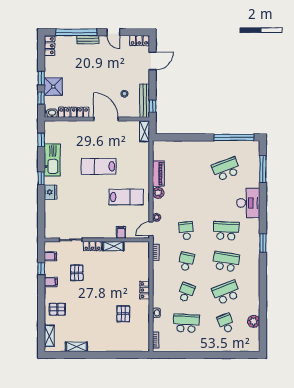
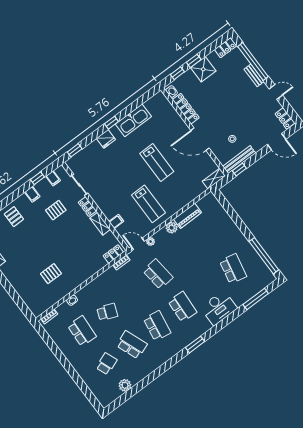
door: (113, 32) -> (276, 92), swing flipped
shower: (53, 87) -> (203, 69), moved
door: (106, 119) -> (200, 139), swing flipped
window: (41, 140) -> (75, 150), moved
lab bench: (99, 166) -> (157, 162), turned 180
school desk: (226, 169) -> (233, 269), turned 33
school desk: (186, 231) -> (158, 274), width x1.85
school desk: (186, 262) -> (133, 293), removed
locker: (145, 290) -> (113, 254), moved

